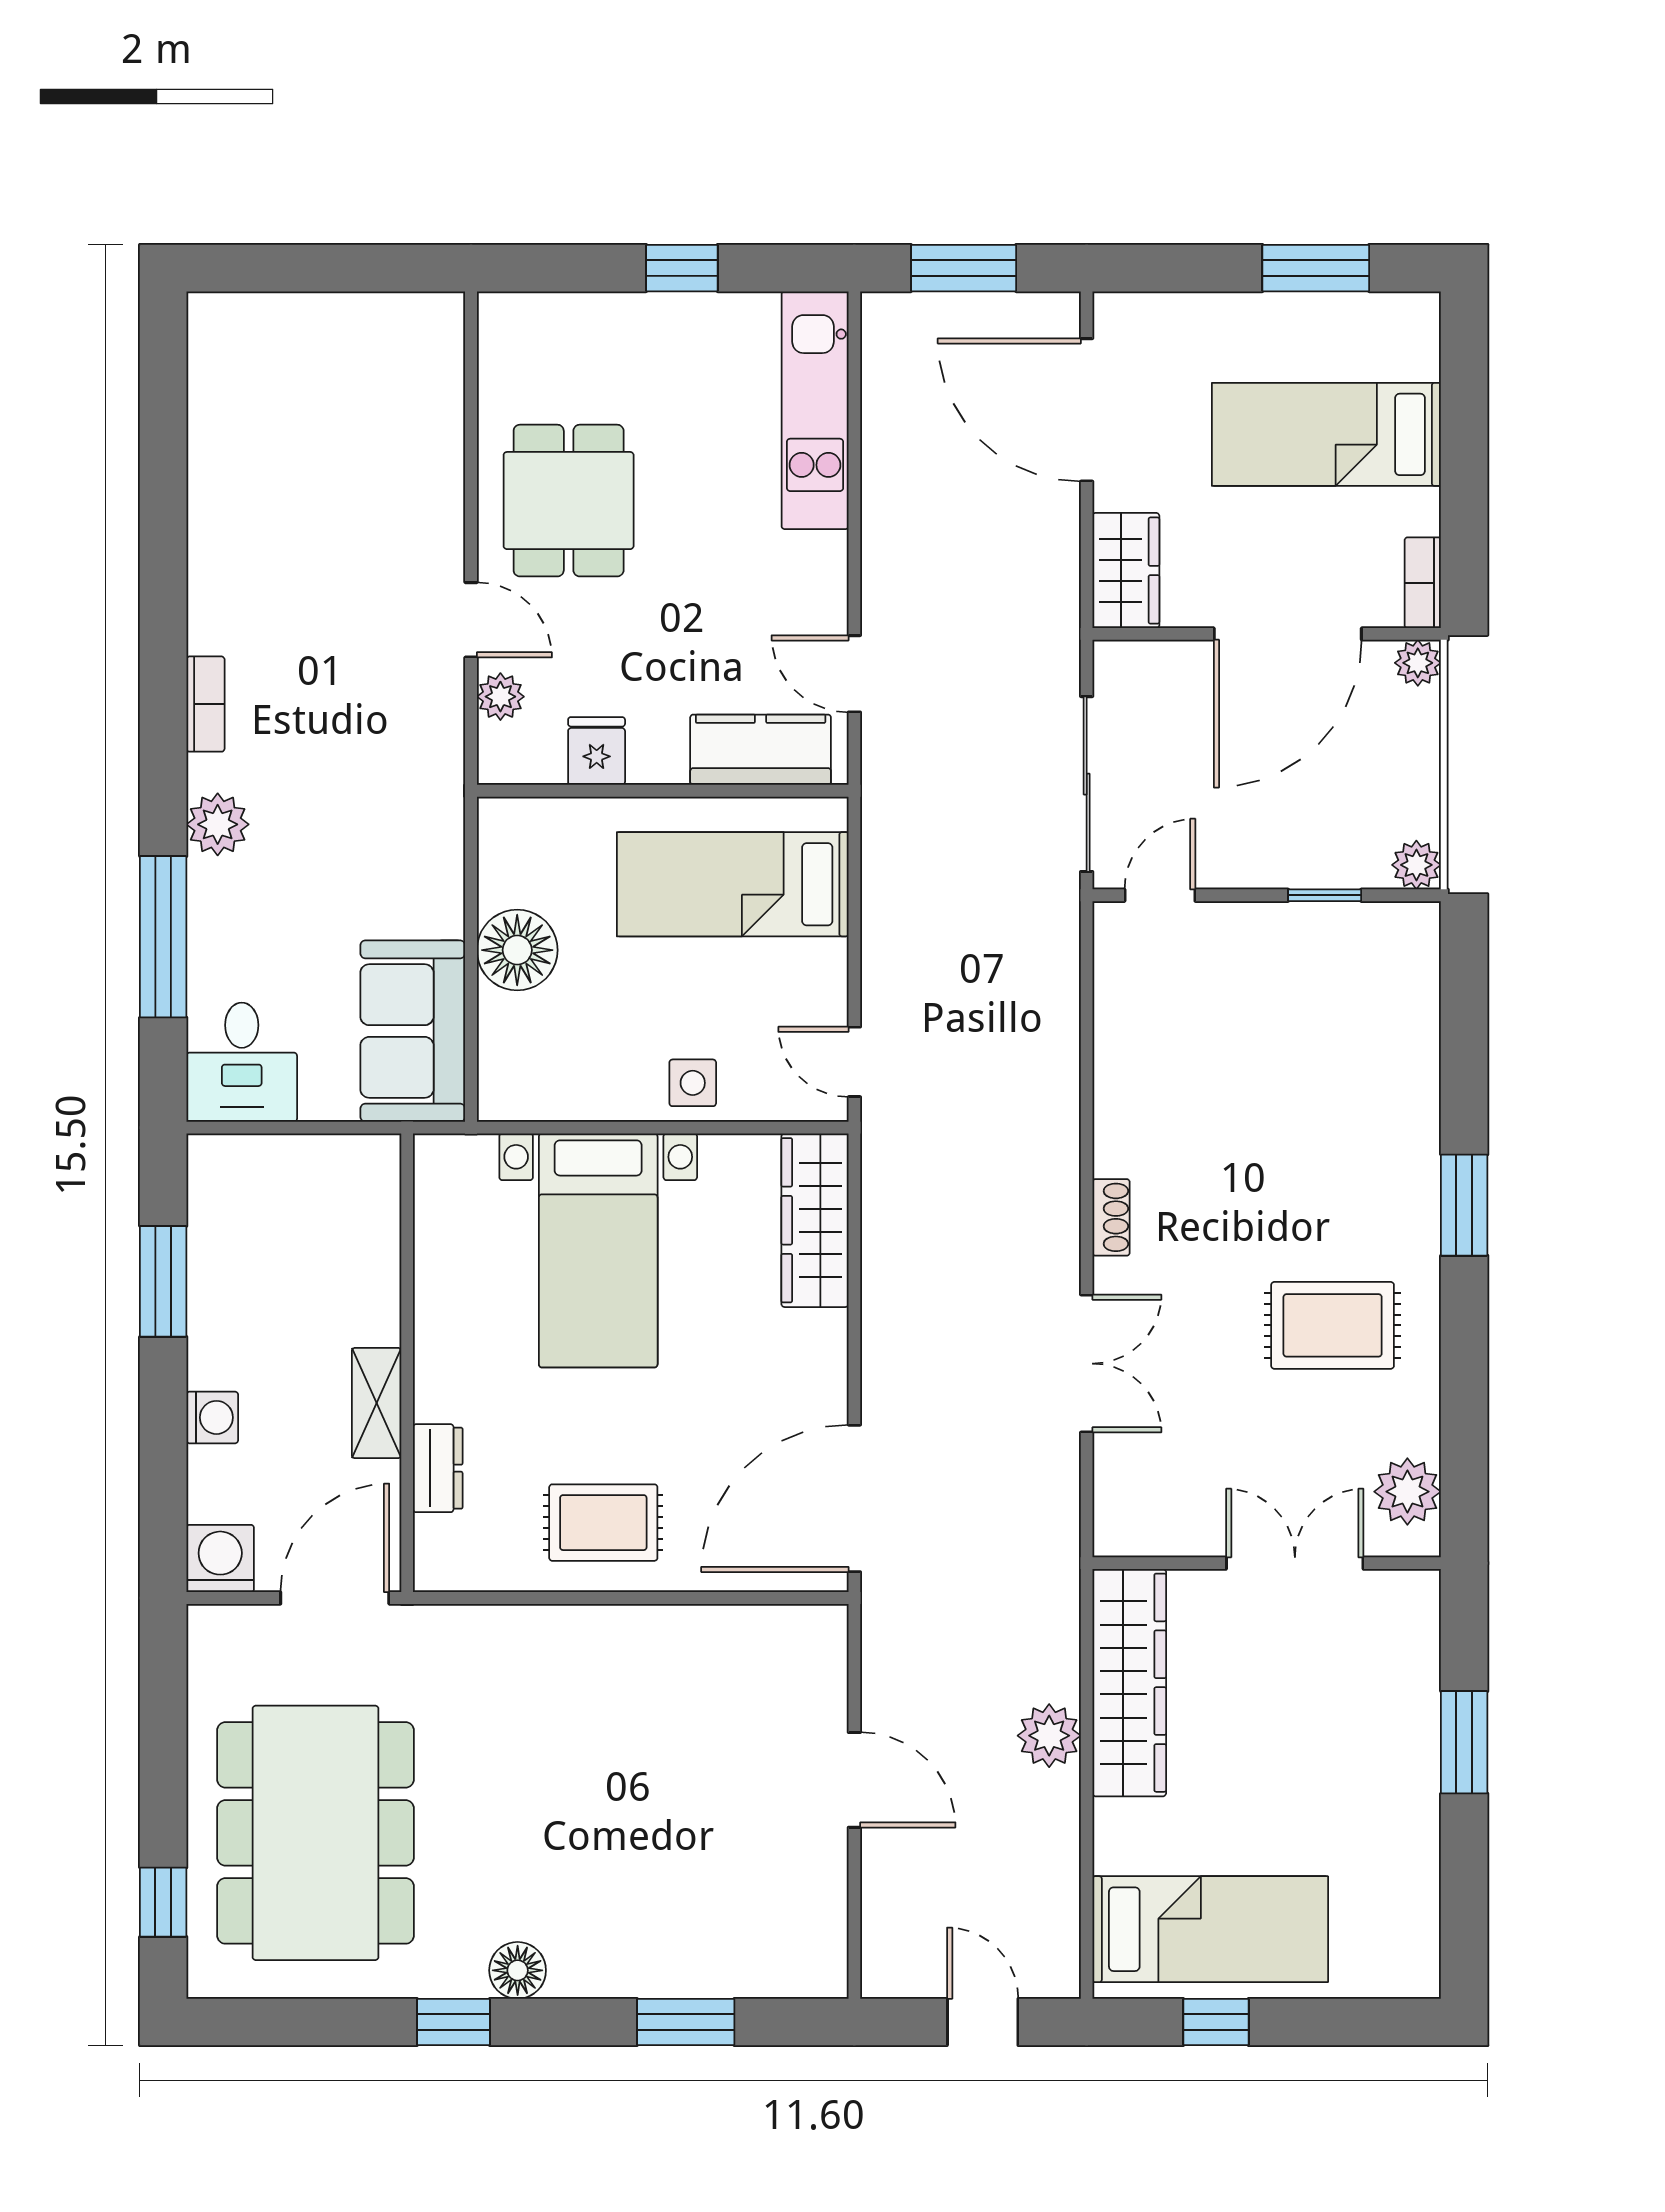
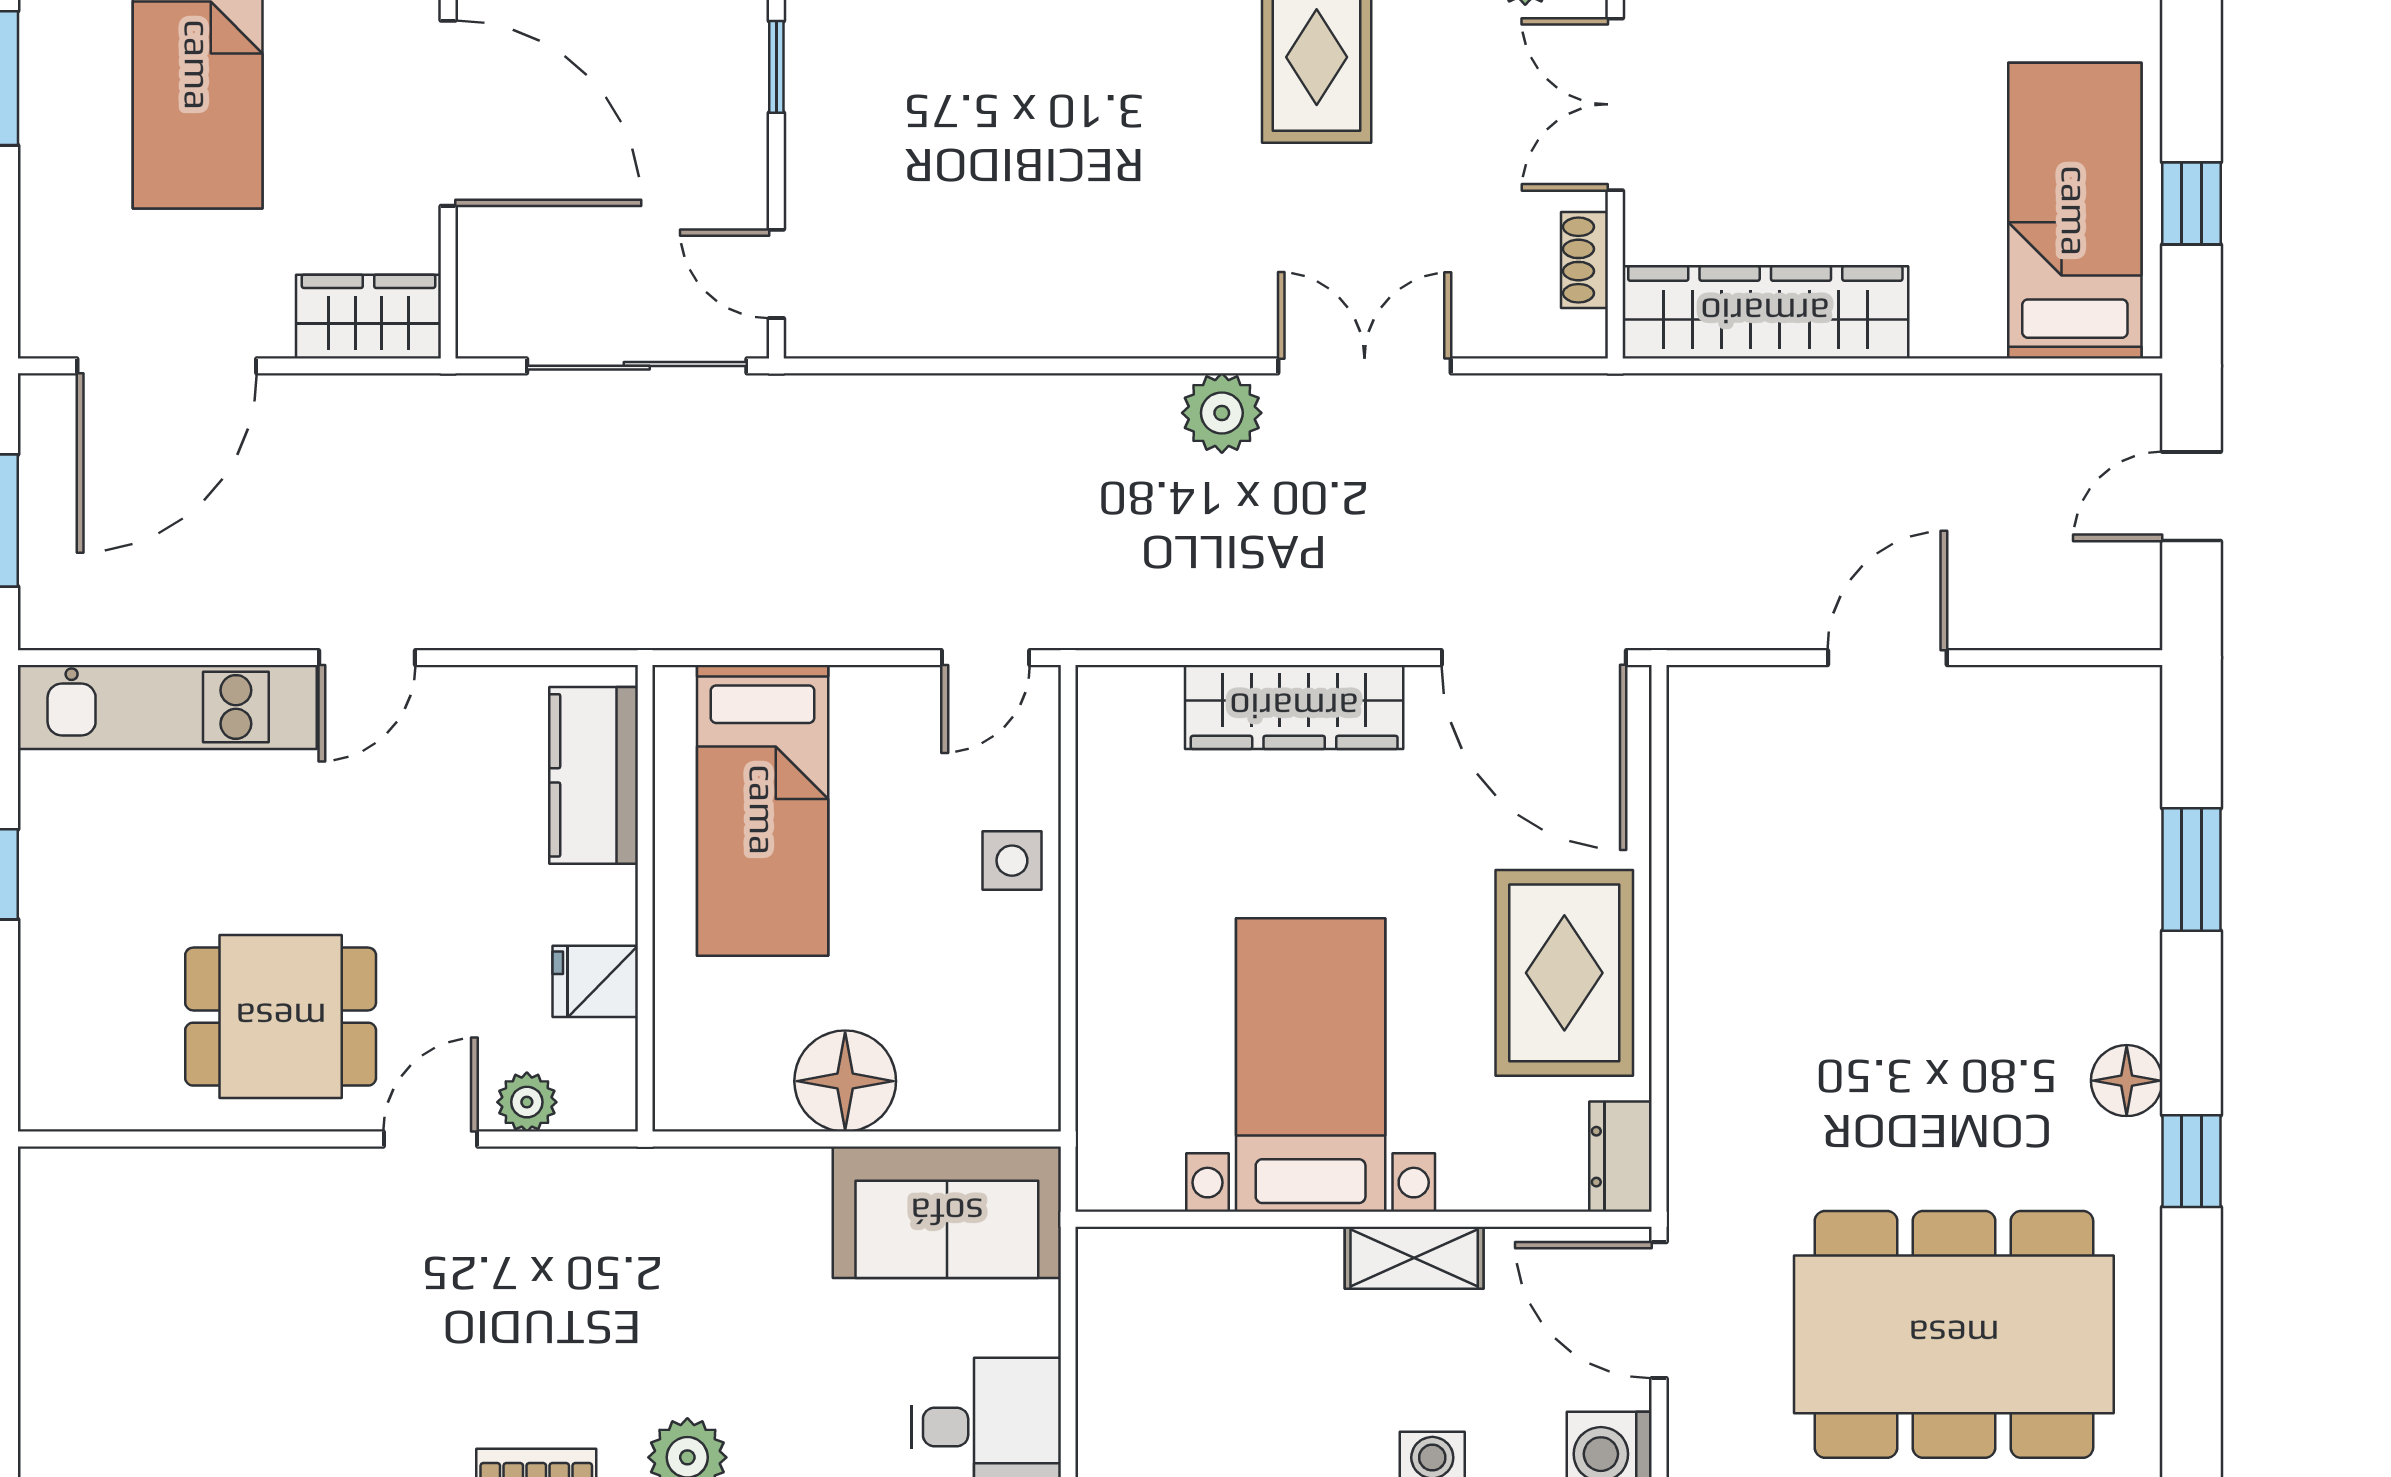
door: (854, 674) -> (367, 658), moved
shoe rack: (1111, 1217) -> (1585, 260), moved, turned -90
wardrobe: (815, 1220) -> (1294, 707), moved
bed with nightstands: (598, 1250) -> (1311, 1065), moved, turned -90
dresser: (438, 1468) -> (1621, 1157), moved, turned -90
rug: (603, 1523) -> (1564, 973), width x1.36, depth x1.43
plant: (1049, 1736) -> (1222, 413), moved

